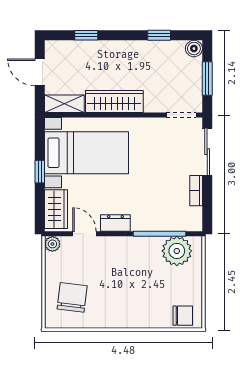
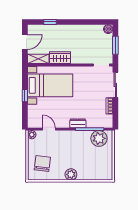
window: (159, 35) -> (89, 22), removed
door: (40, 72) -> (25, 42), swing flipped
wardrobe: (114, 102) -> (60, 58), width x0.67
wardrobe: (56, 209) -> (34, 116), removed
dresser: (115, 223) -> (78, 123), moved
chair: (183, 316) -> (102, 173), removed
plant: (125, 318) -> (71, 174), added

